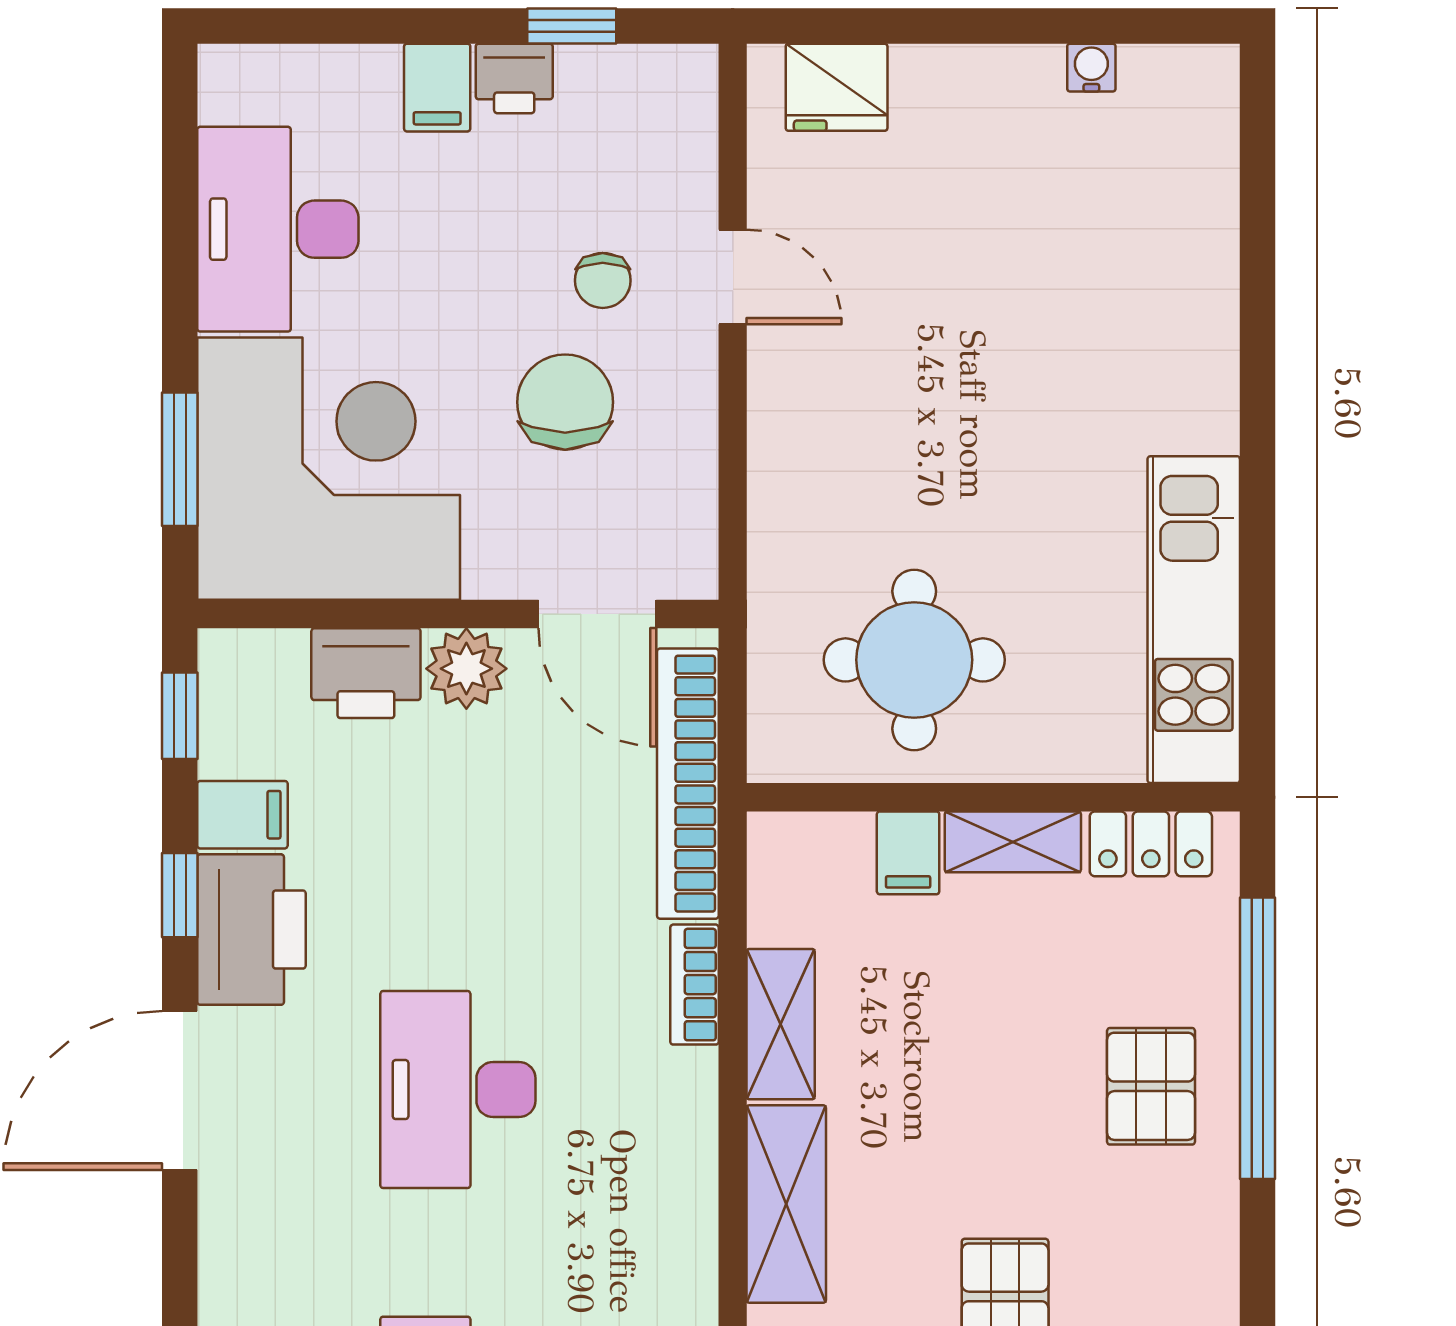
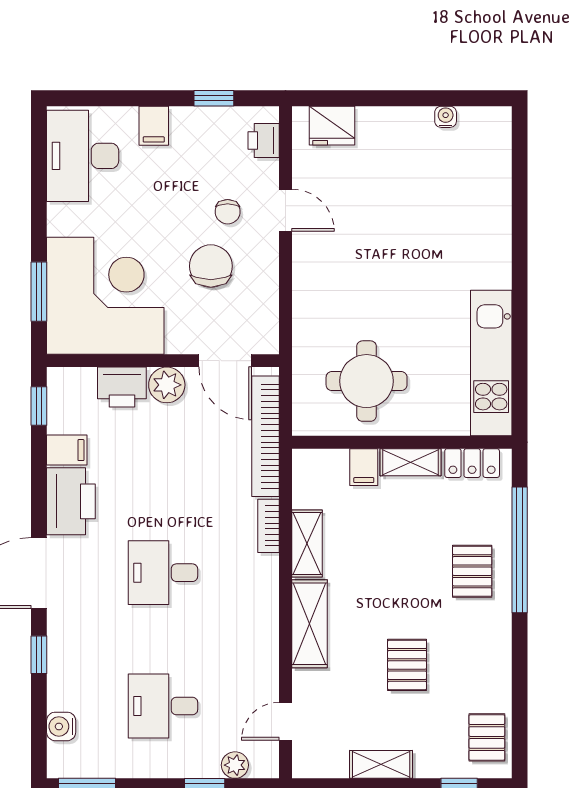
printer: (514, 78) -> (264, 141), moved, turned 90
desk: (278, 229) -> (83, 156), moved
window: (180, 895) -> (39, 655), moved
desk: (458, 1090) -> (163, 573), width x0.73

